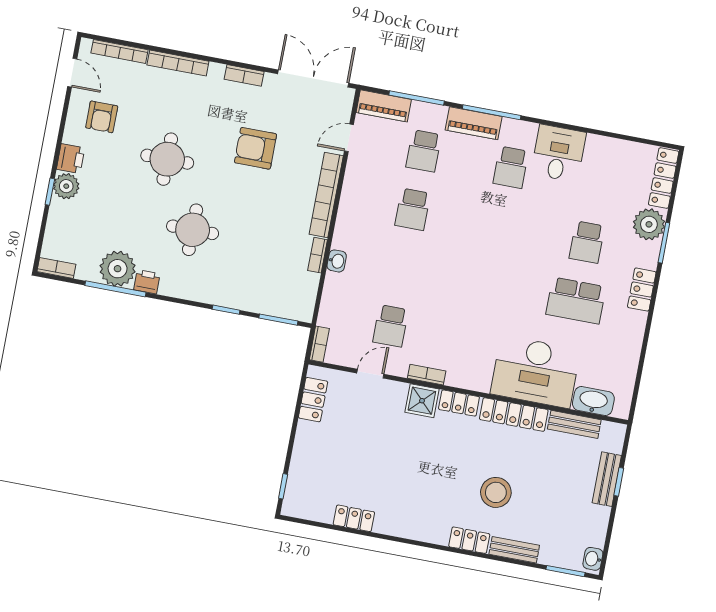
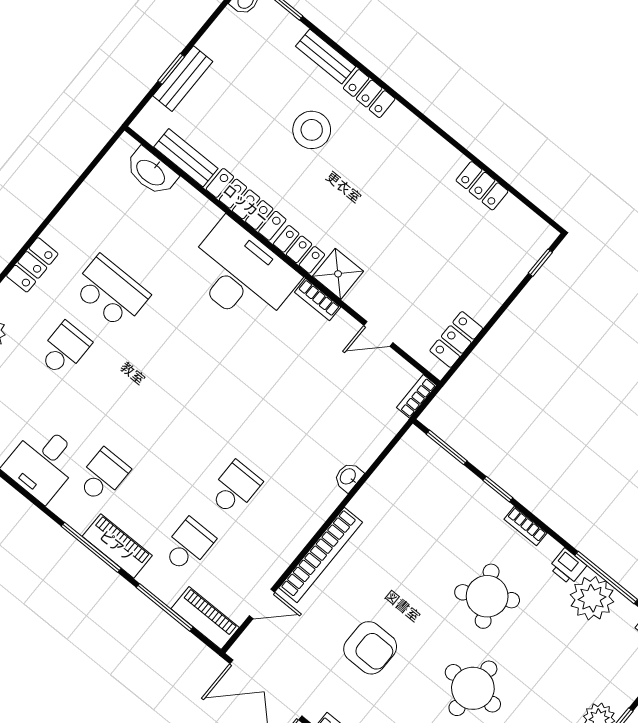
round table: (193, 230) -> (487, 596), turned -30
bookcase: (318, 255) -> (525, 526), moved, turned 90
school desk: (391, 326) -> (328, 374), removed
desk: (535, 372) -> (241, 274), moved

